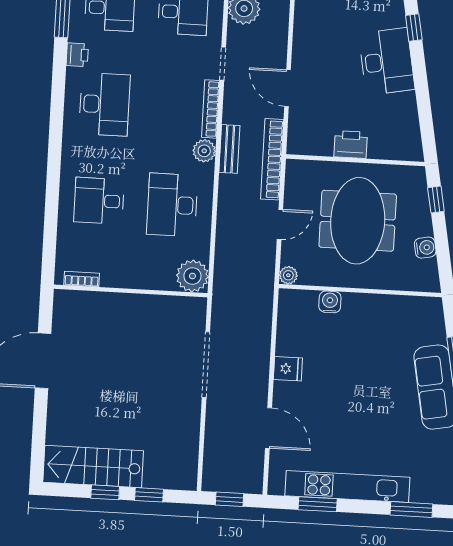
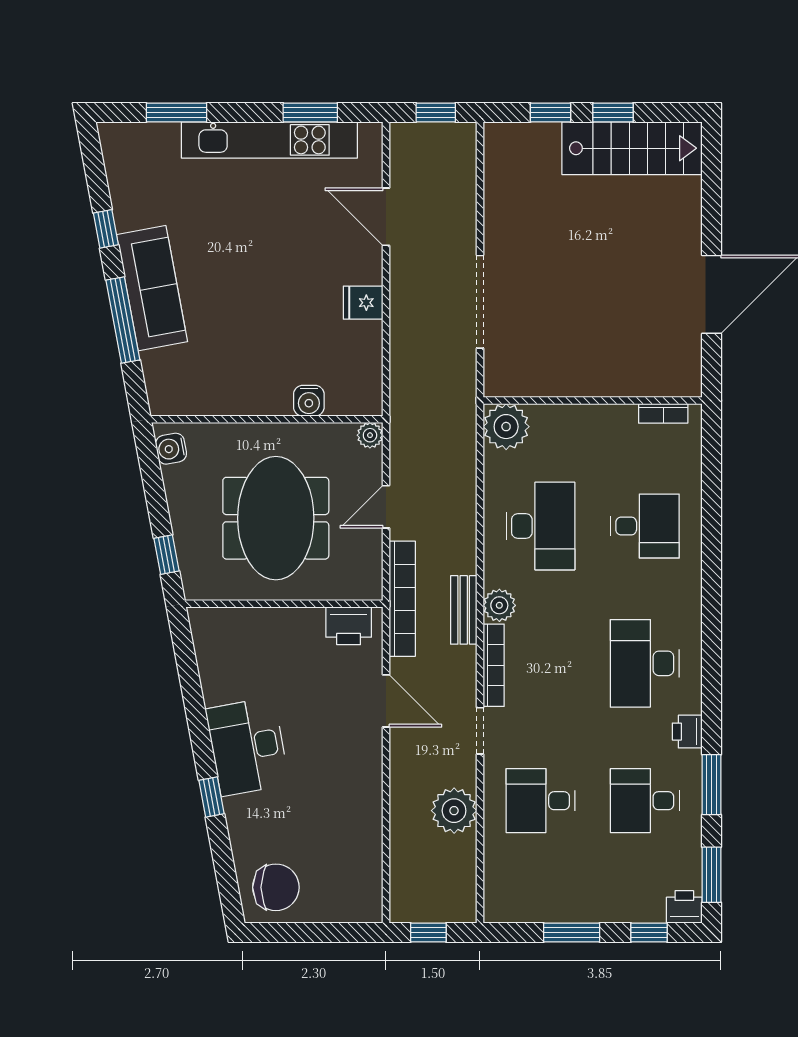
printer: (351, 145) -> (349, 626), moved
water cooler: (425, 248) -> (171, 449), moved

